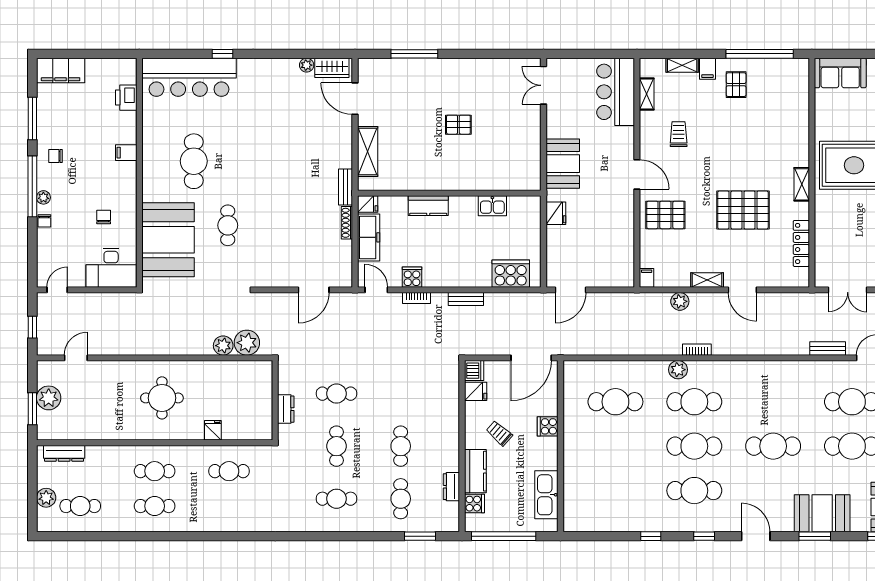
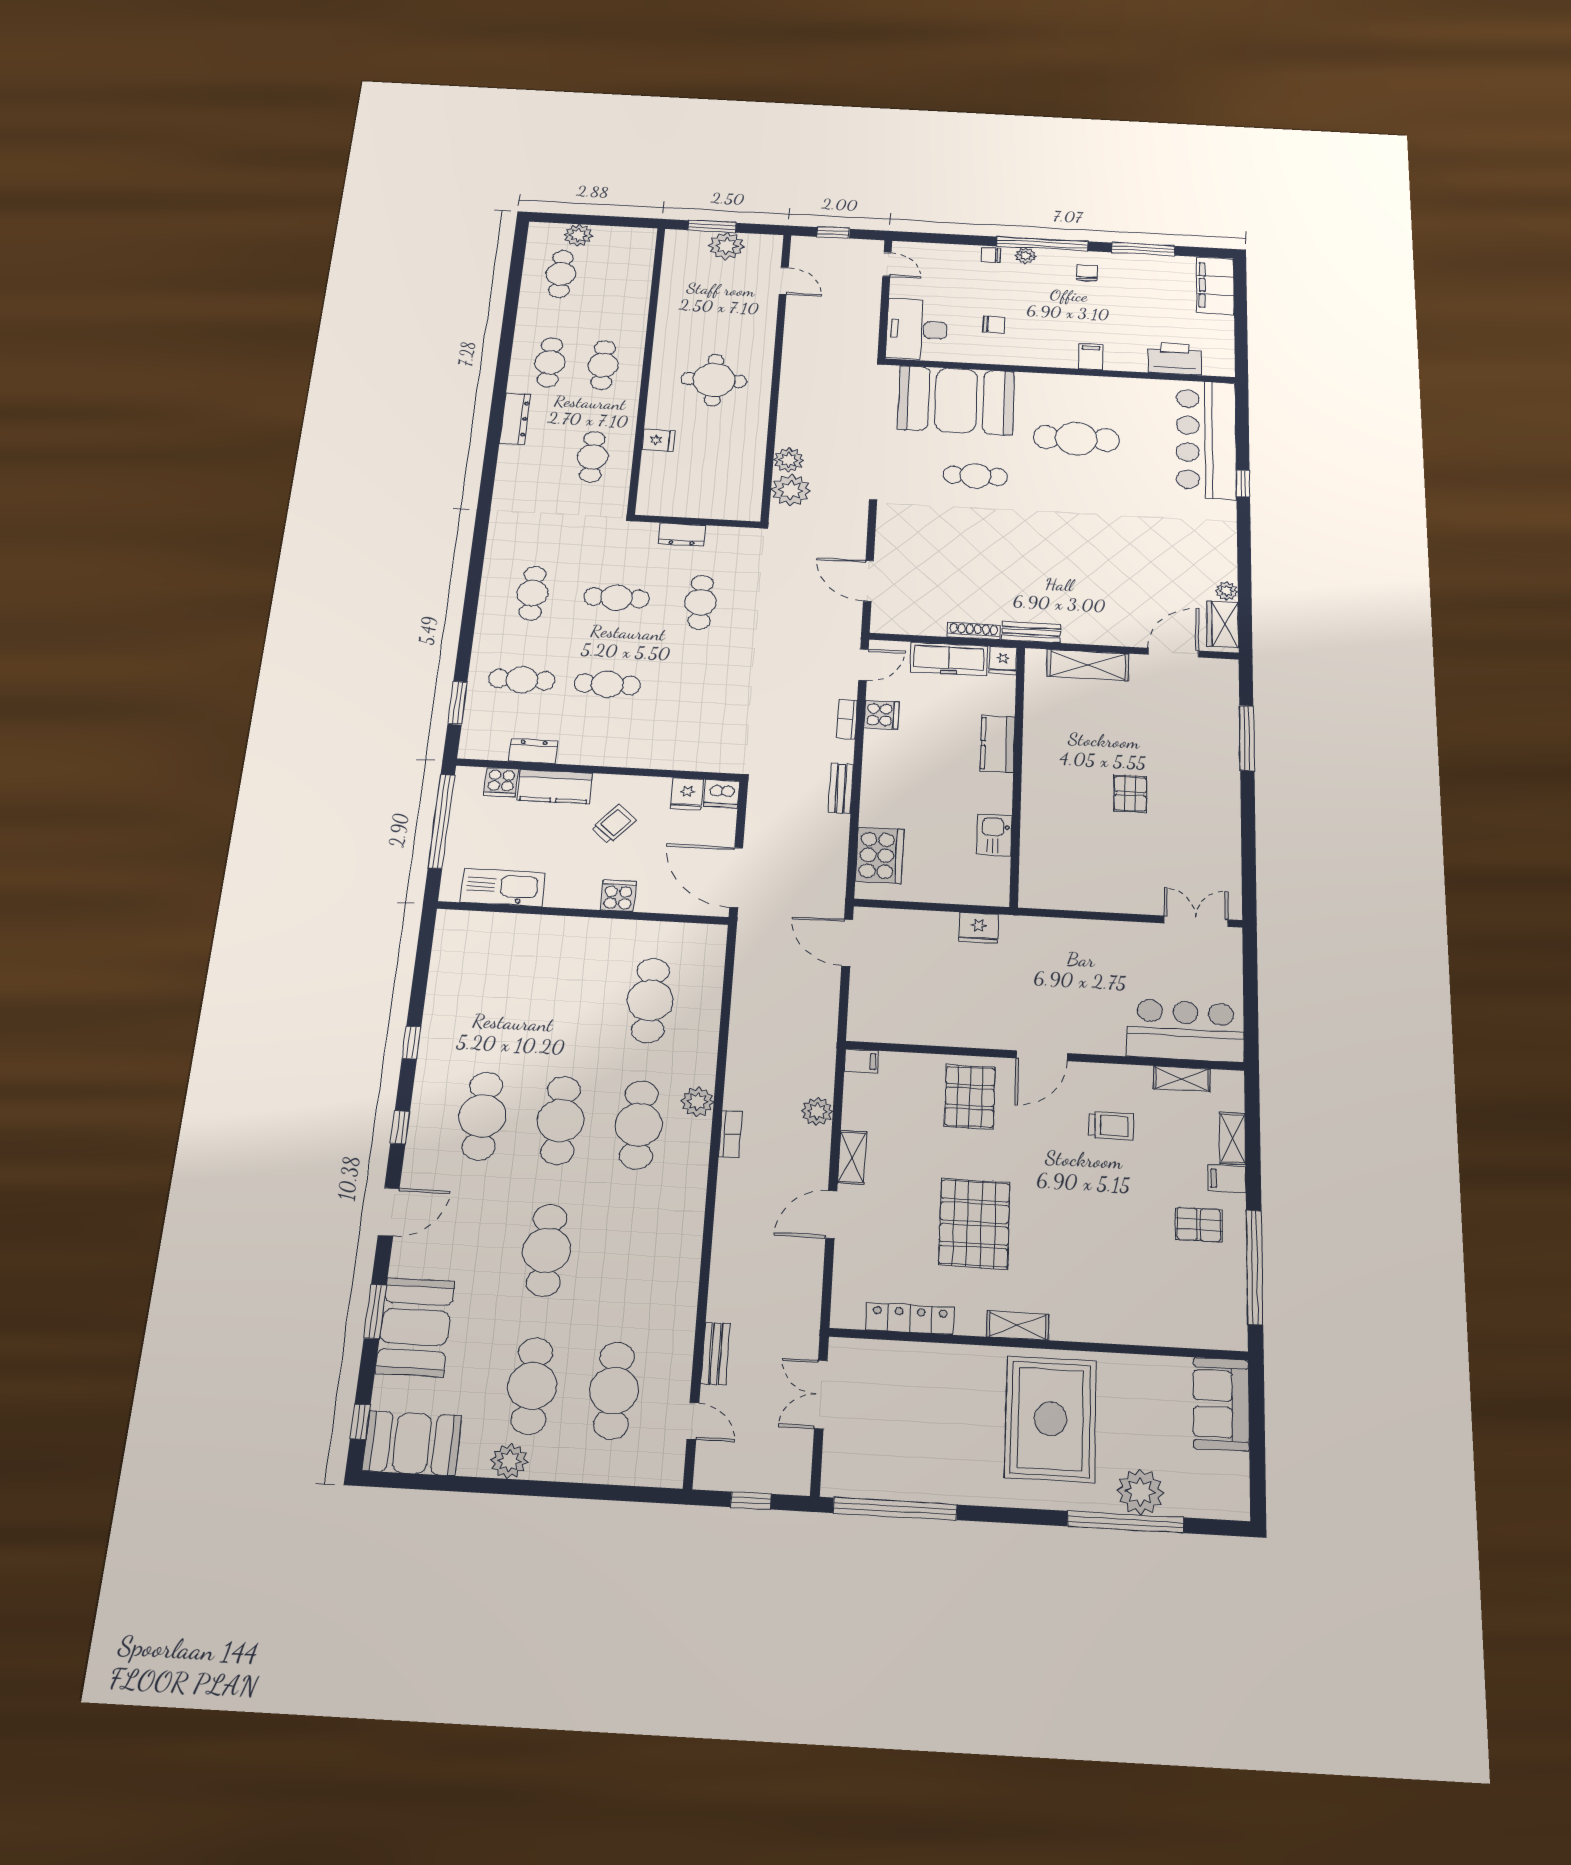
printer: (126, 98) -> (1175, 359), width x1.37, depth x1.19
booth: (563, 164) -> (1063, 943), removed
dresser: (64, 453) -> (515, 419), moved, turned 180

